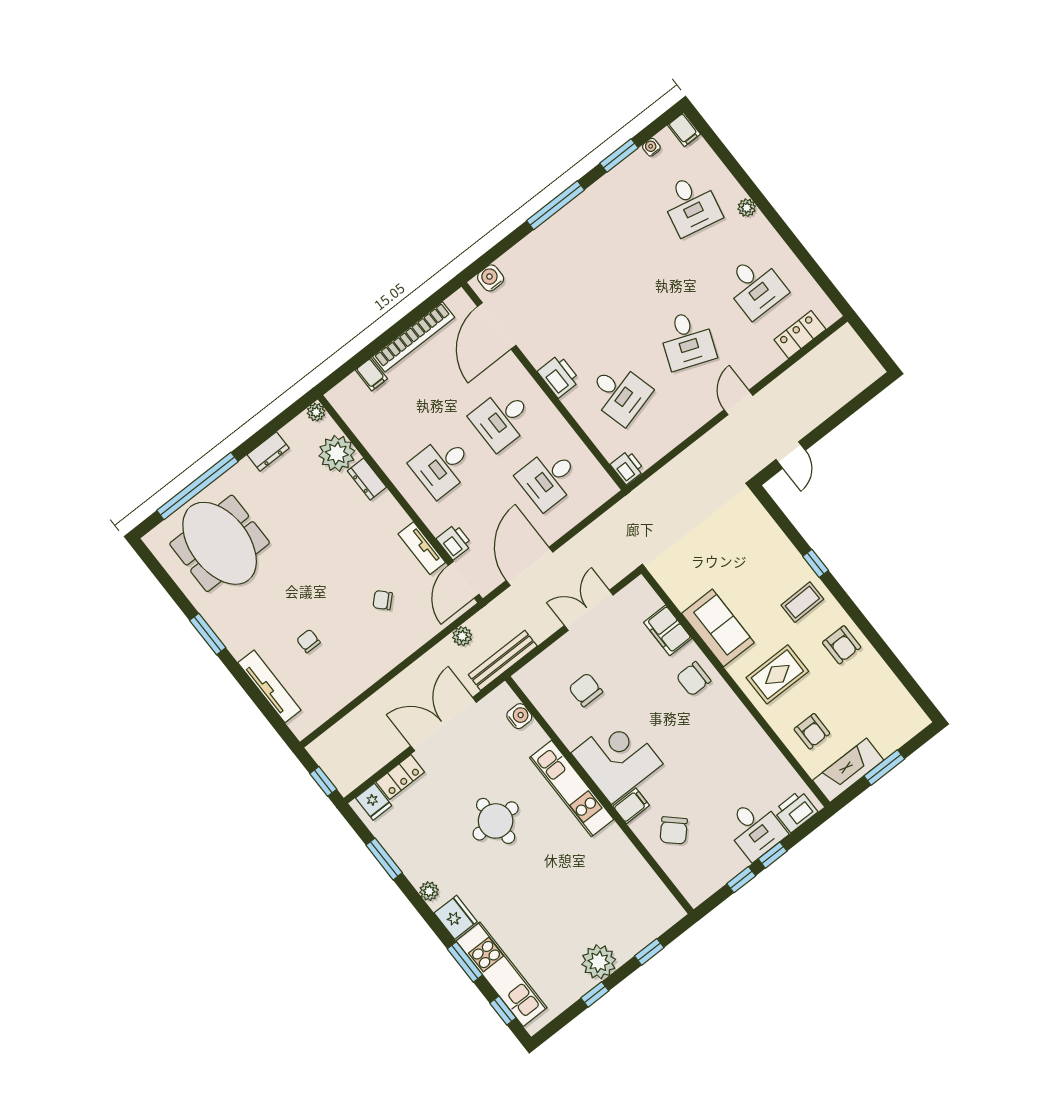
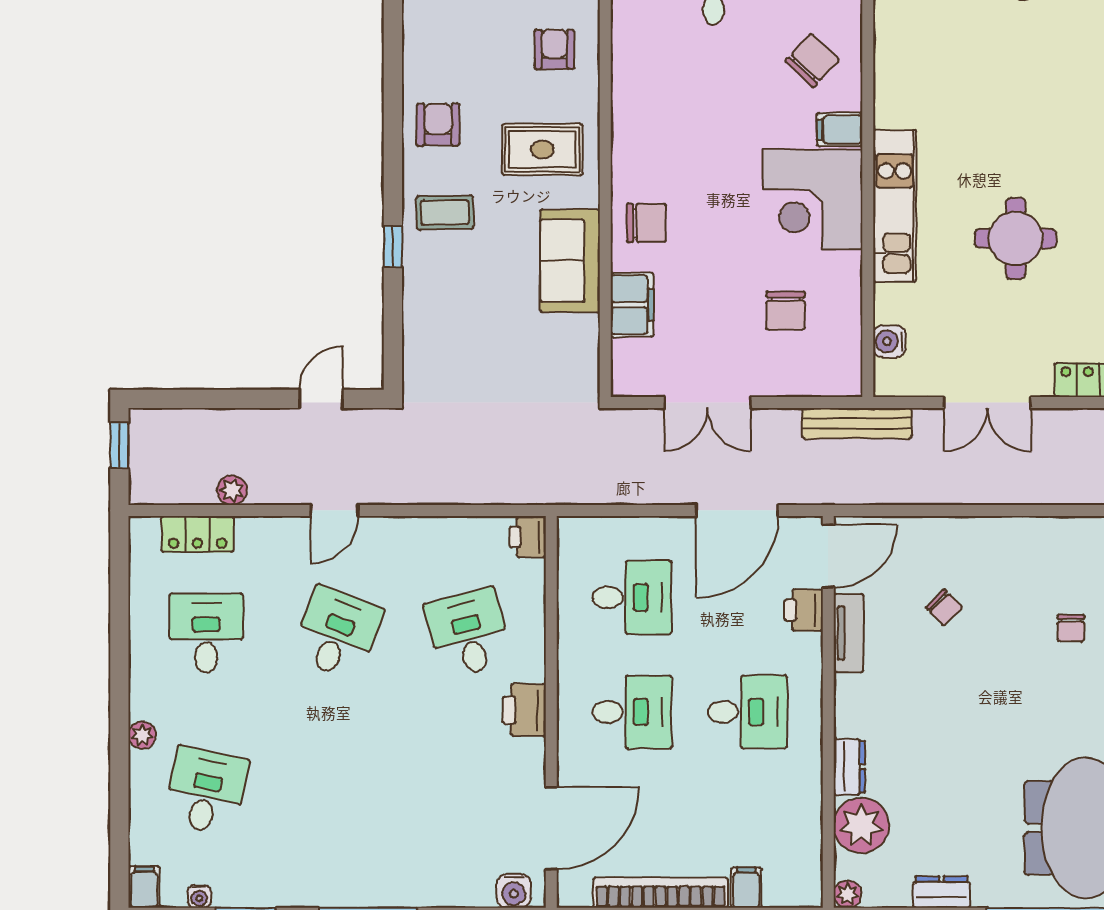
window: (877, 349) -> (119, 445), added
plant: (462, 636) -> (232, 490), moved
double door: (444, 724) -> (987, 403), width x0.73

